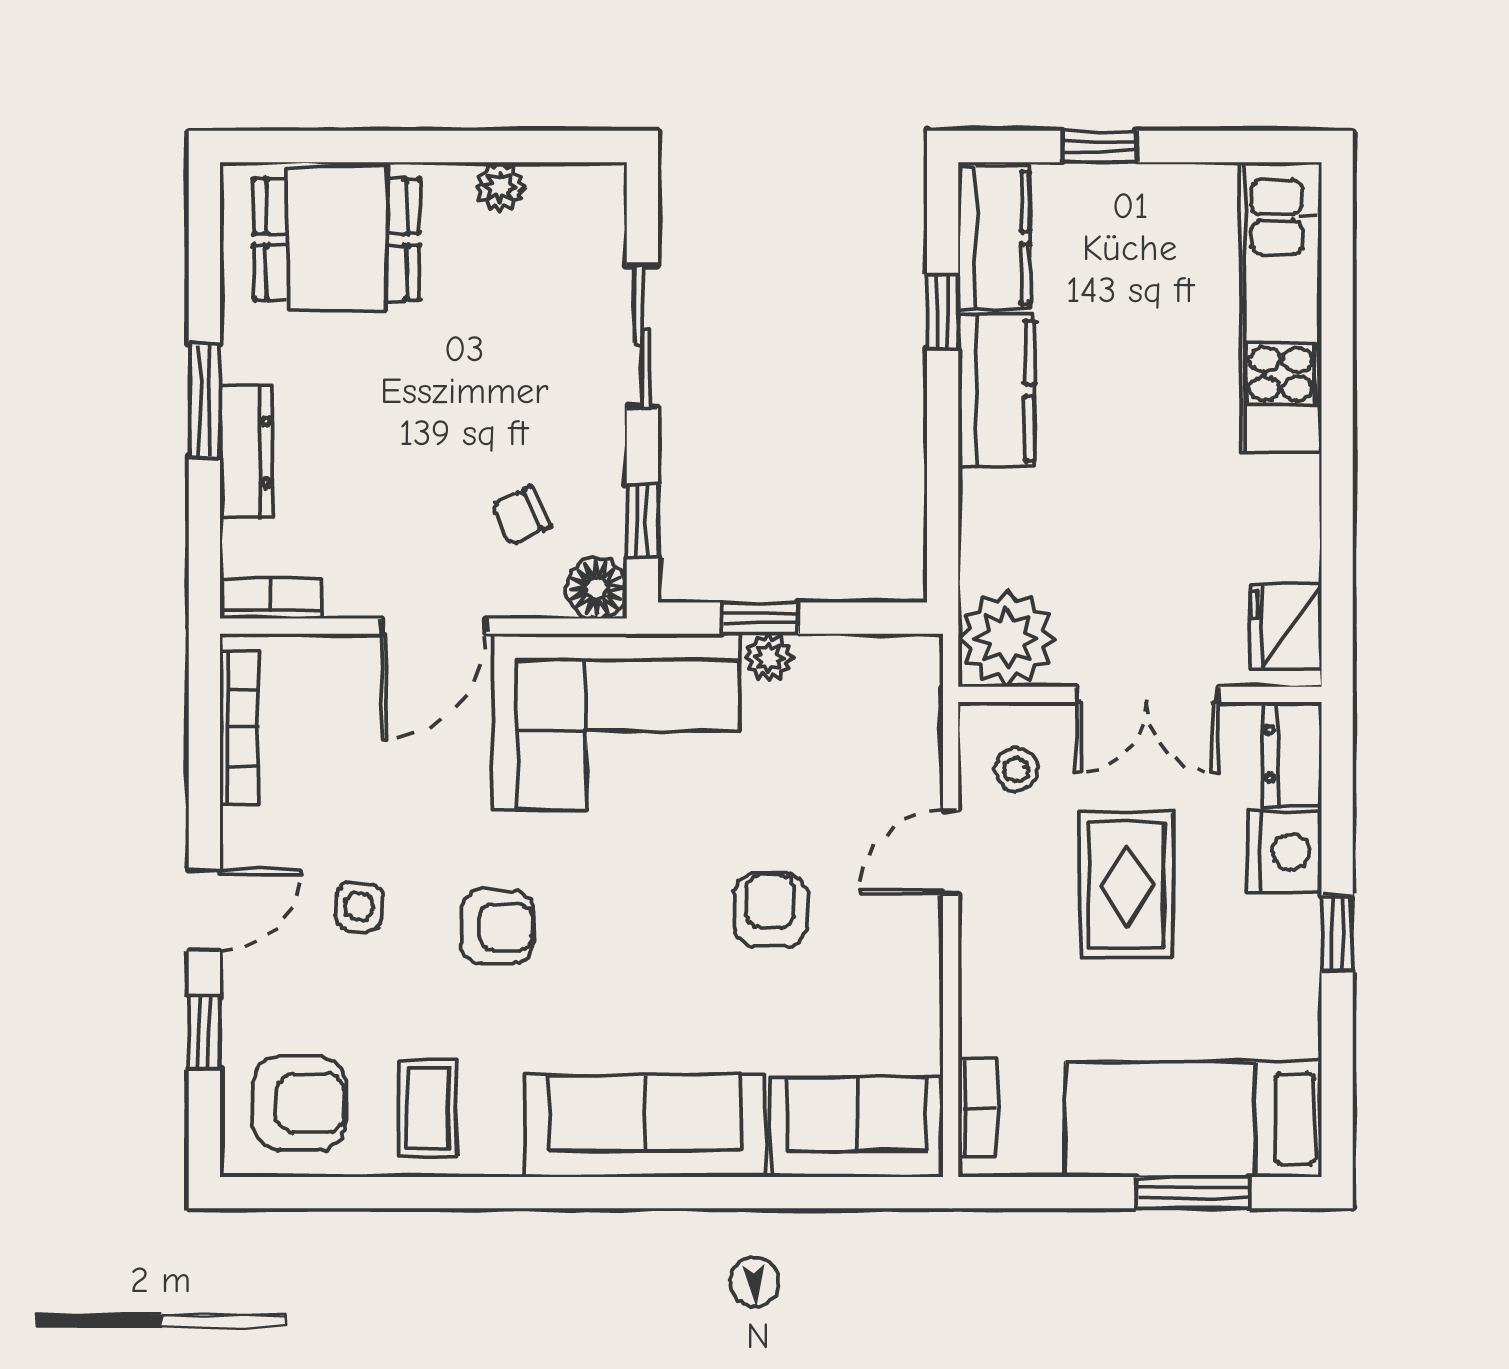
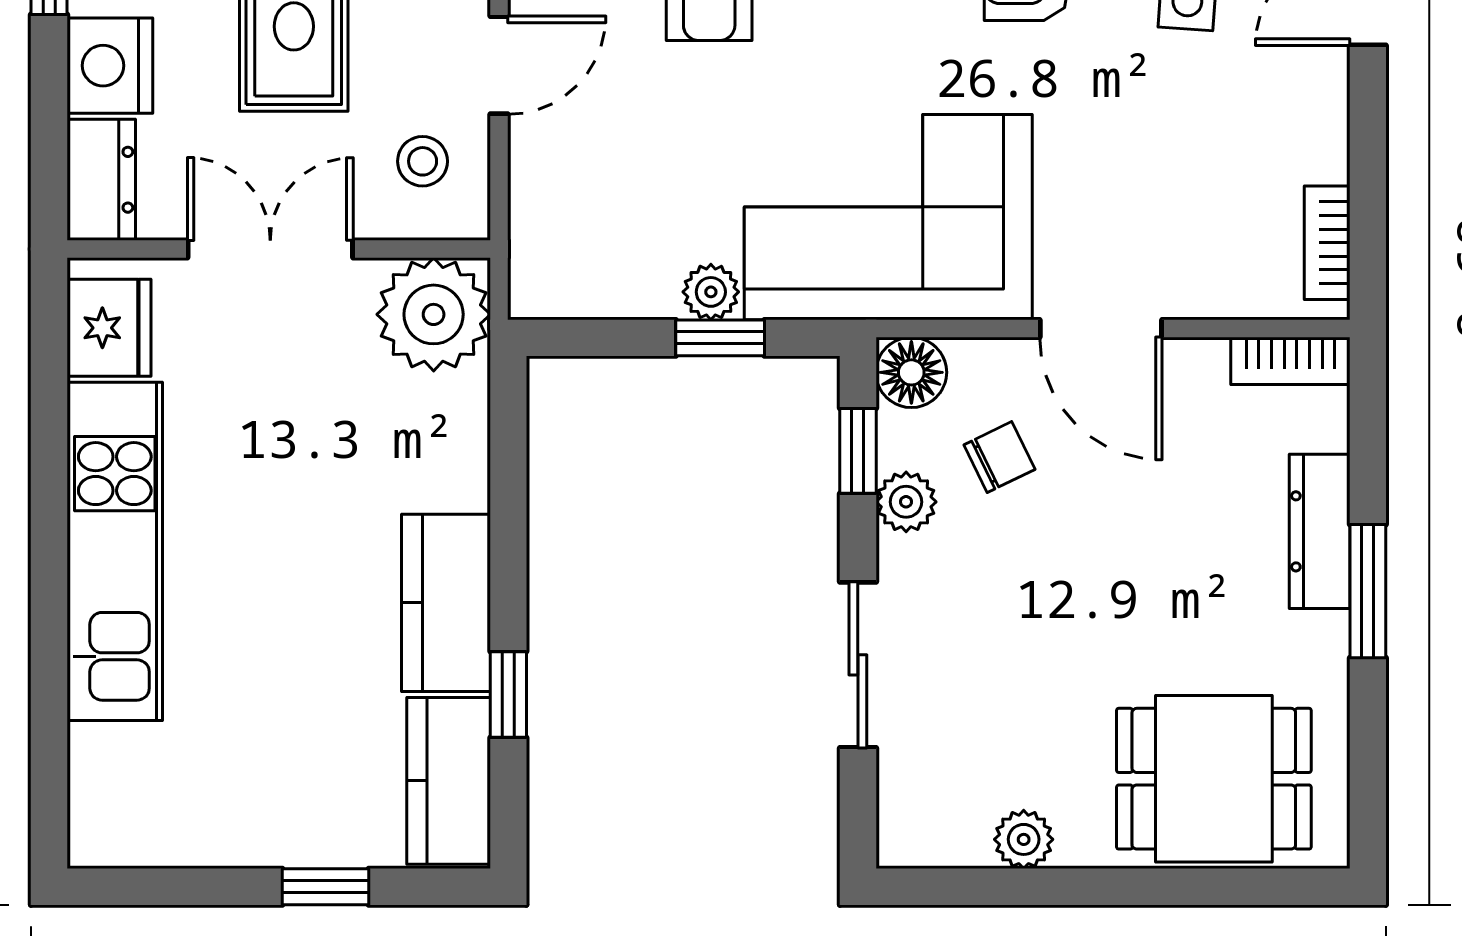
kitchen unit: (1281, 307) -> (115, 551), moved
plant: (601, 477) -> (906, 502), added
door: (434, 626) -> (1101, 328), swing flipped
bookcase: (239, 727) -> (1327, 243), width x0.64

